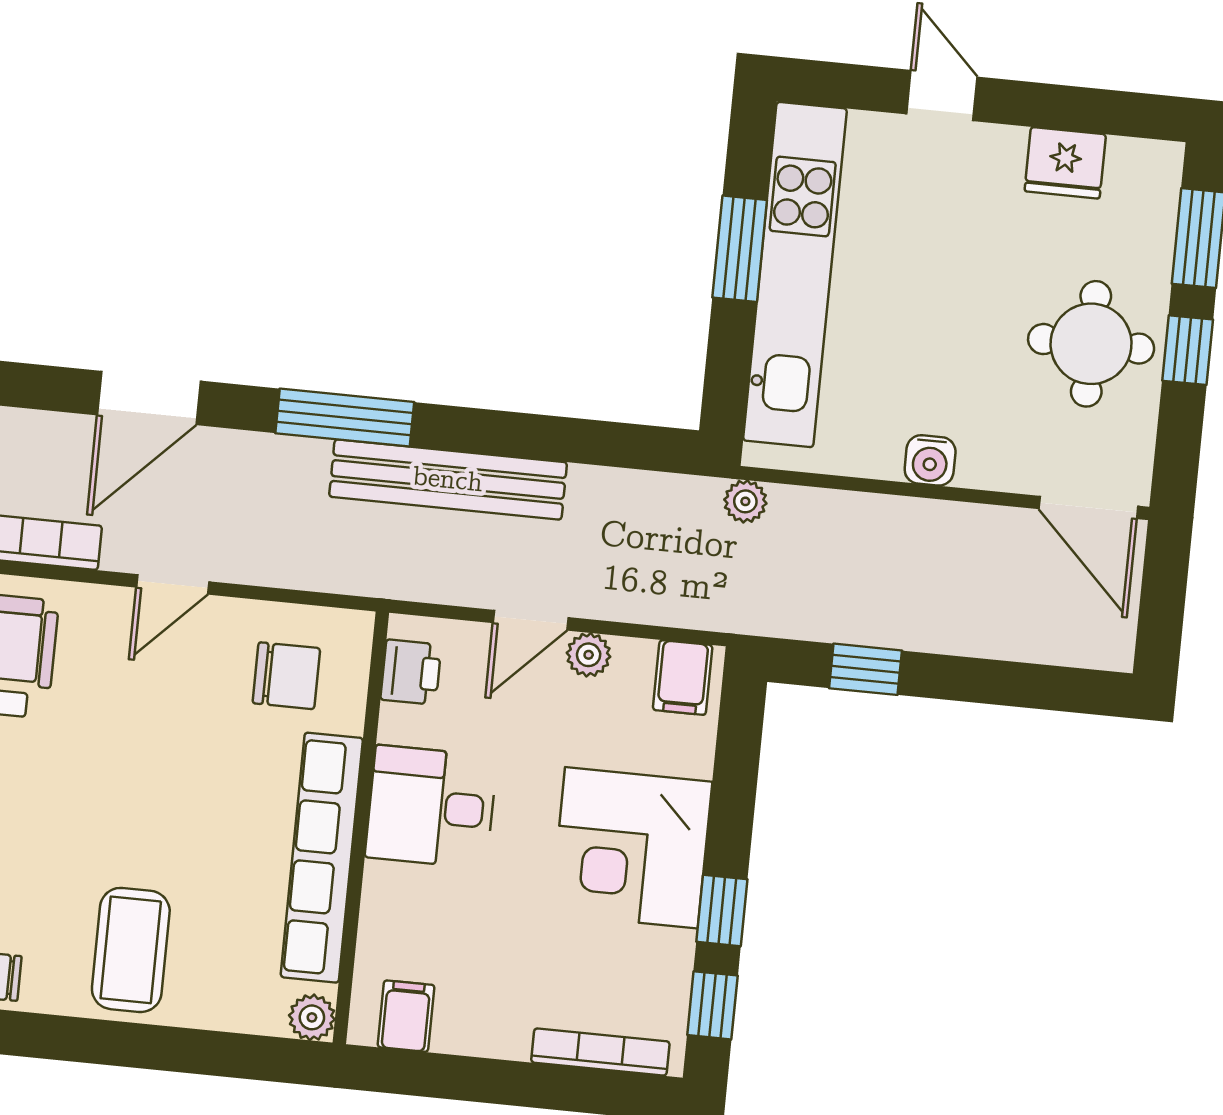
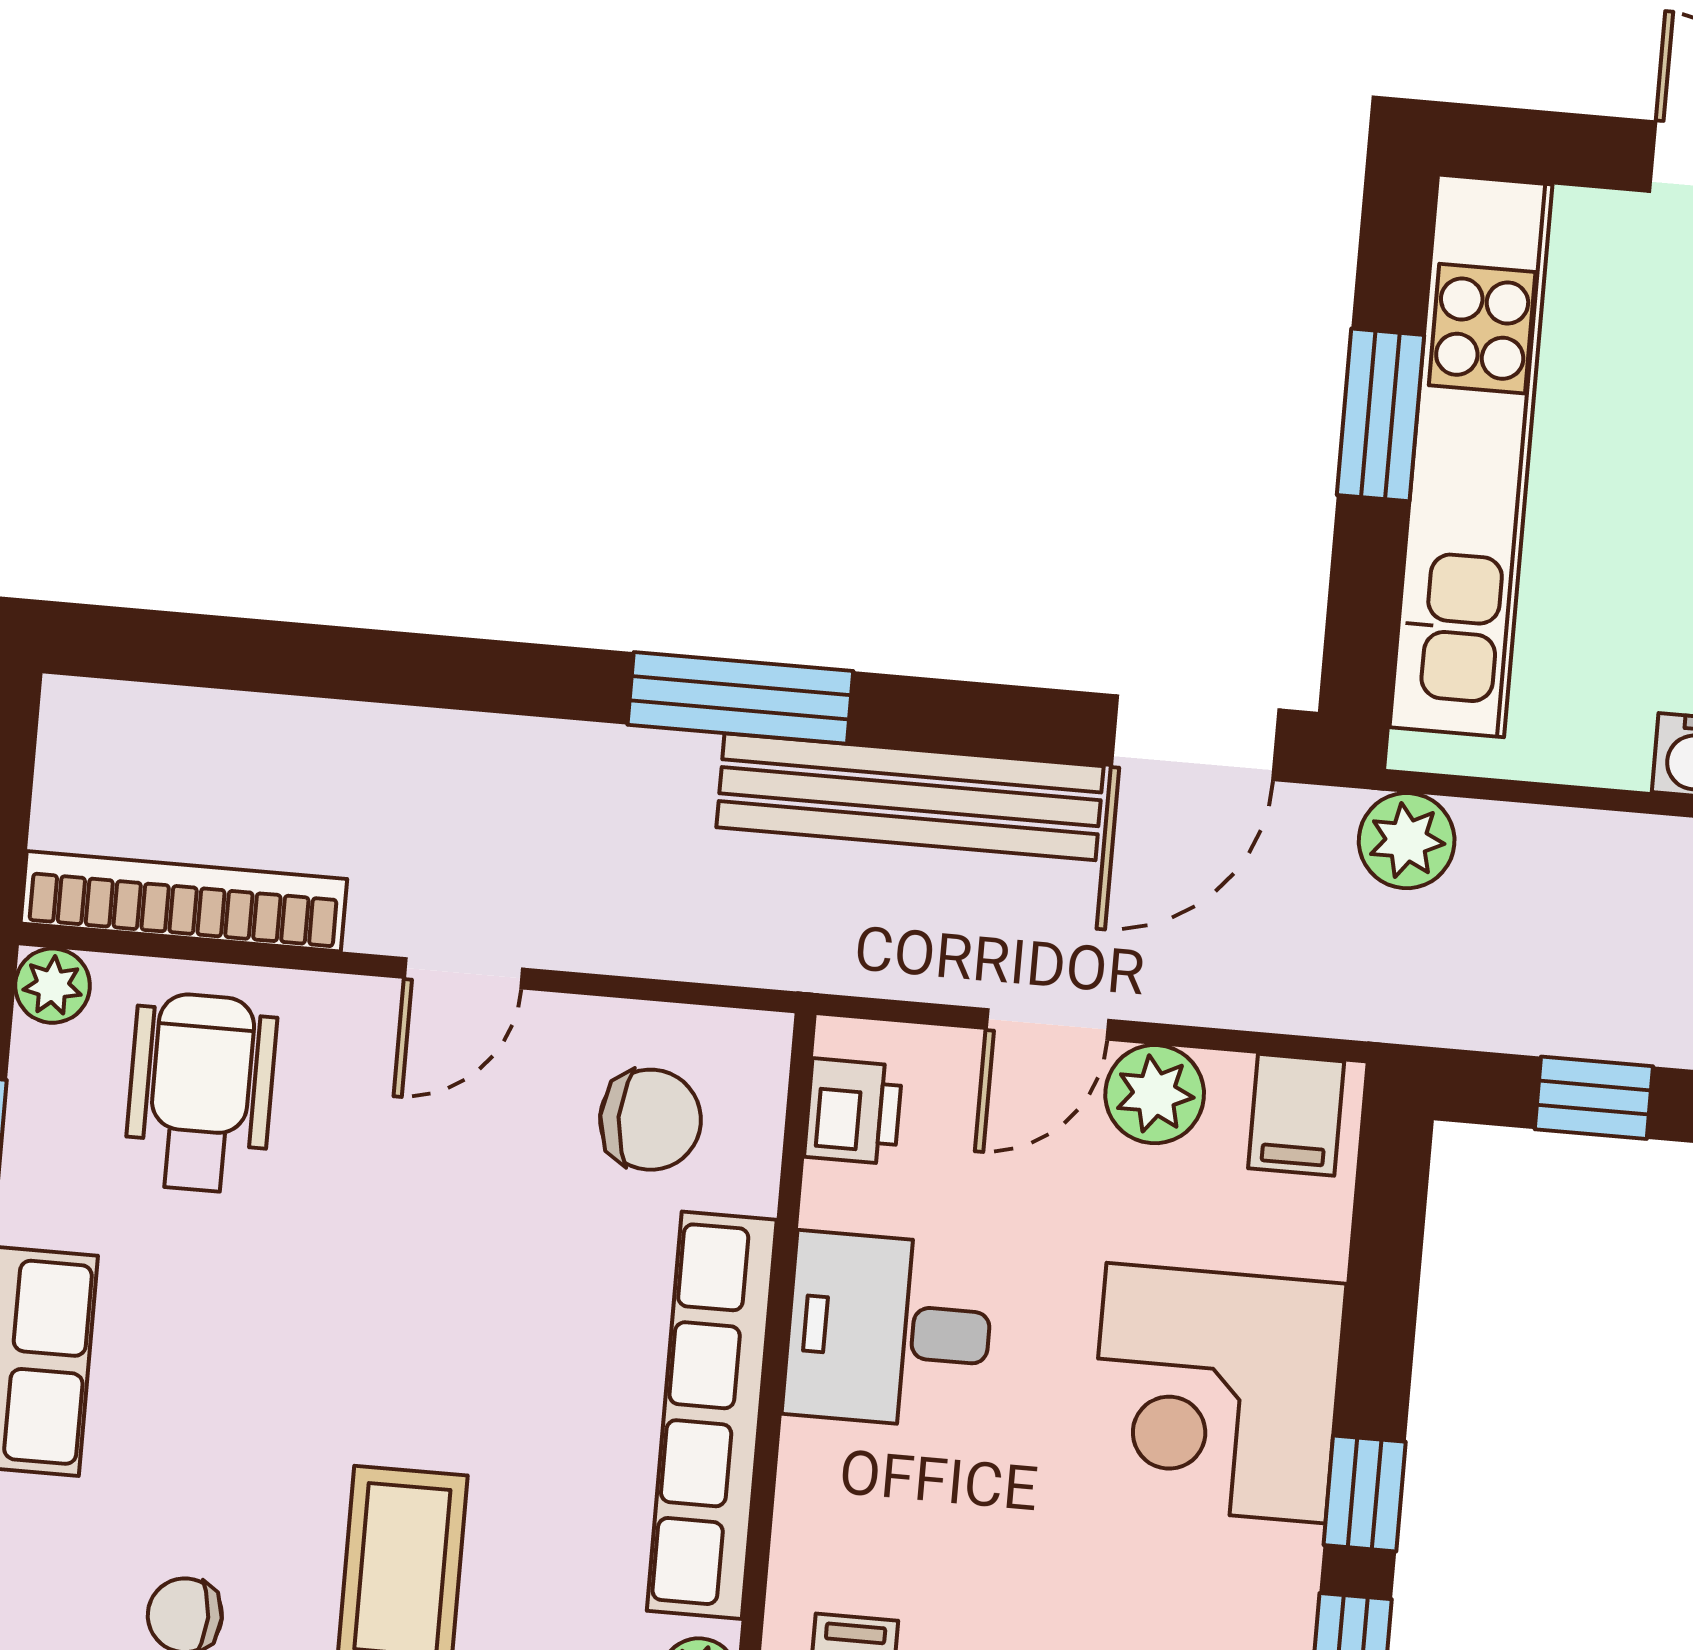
door: (149, 398) -> (1195, 738), moved
plant: (745, 501) -> (1407, 841), width x1.38, depth x1.38
plant: (589, 655) -> (1155, 1094), width x1.38, depth x1.38

